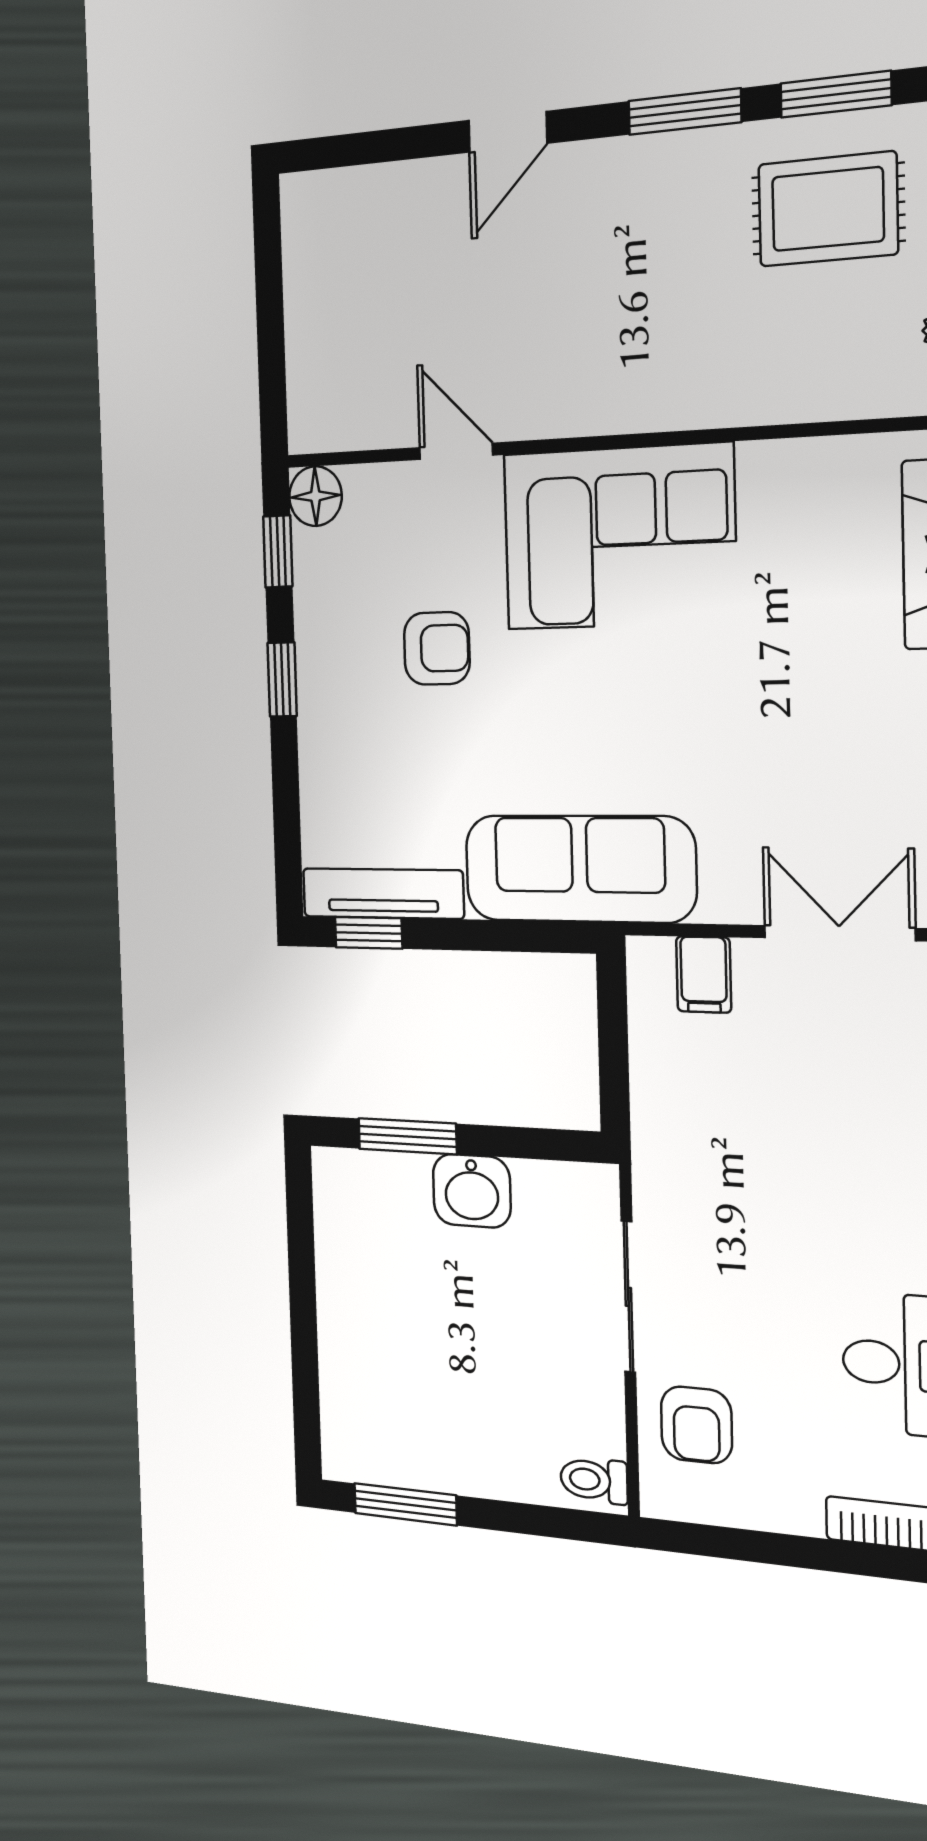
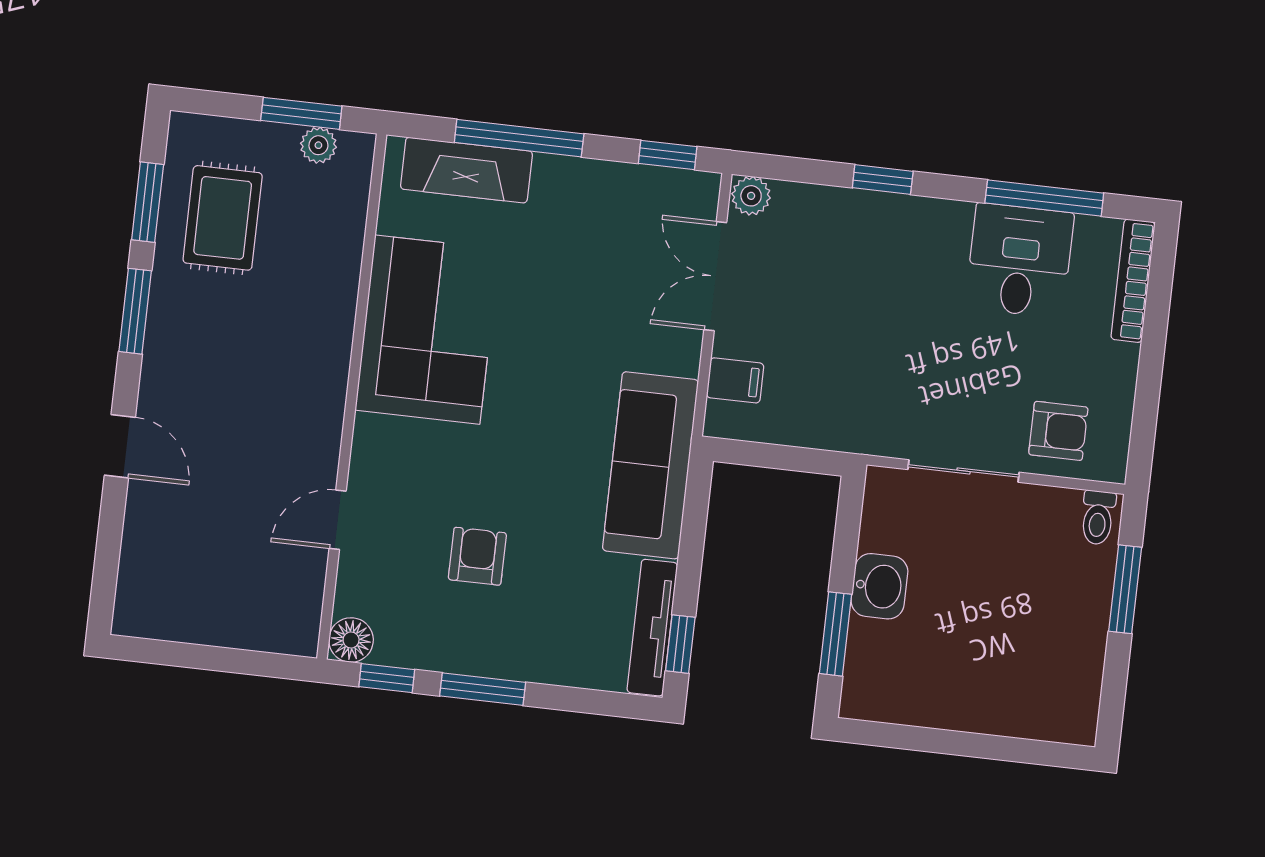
corner sofa: (619, 537) -> (427, 330), moved
window: (282, 679) -> (483, 689), width x1.50
window: (405, 1504) -> (1125, 589), moved

